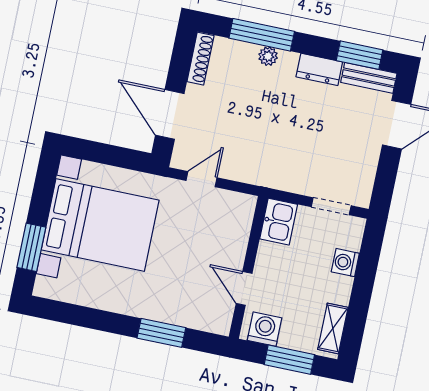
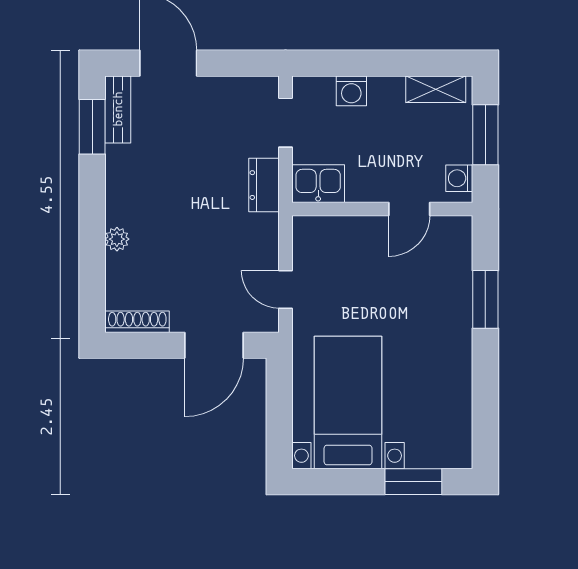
window: (262, 35) -> (92, 253), removed
dresser: (319, 69) -> (264, 185), moved, turned 180
bed with nightstands: (100, 225) -> (348, 403), width x0.73
washing machine: (265, 329) -> (459, 178), width x0.73, depth x0.73

